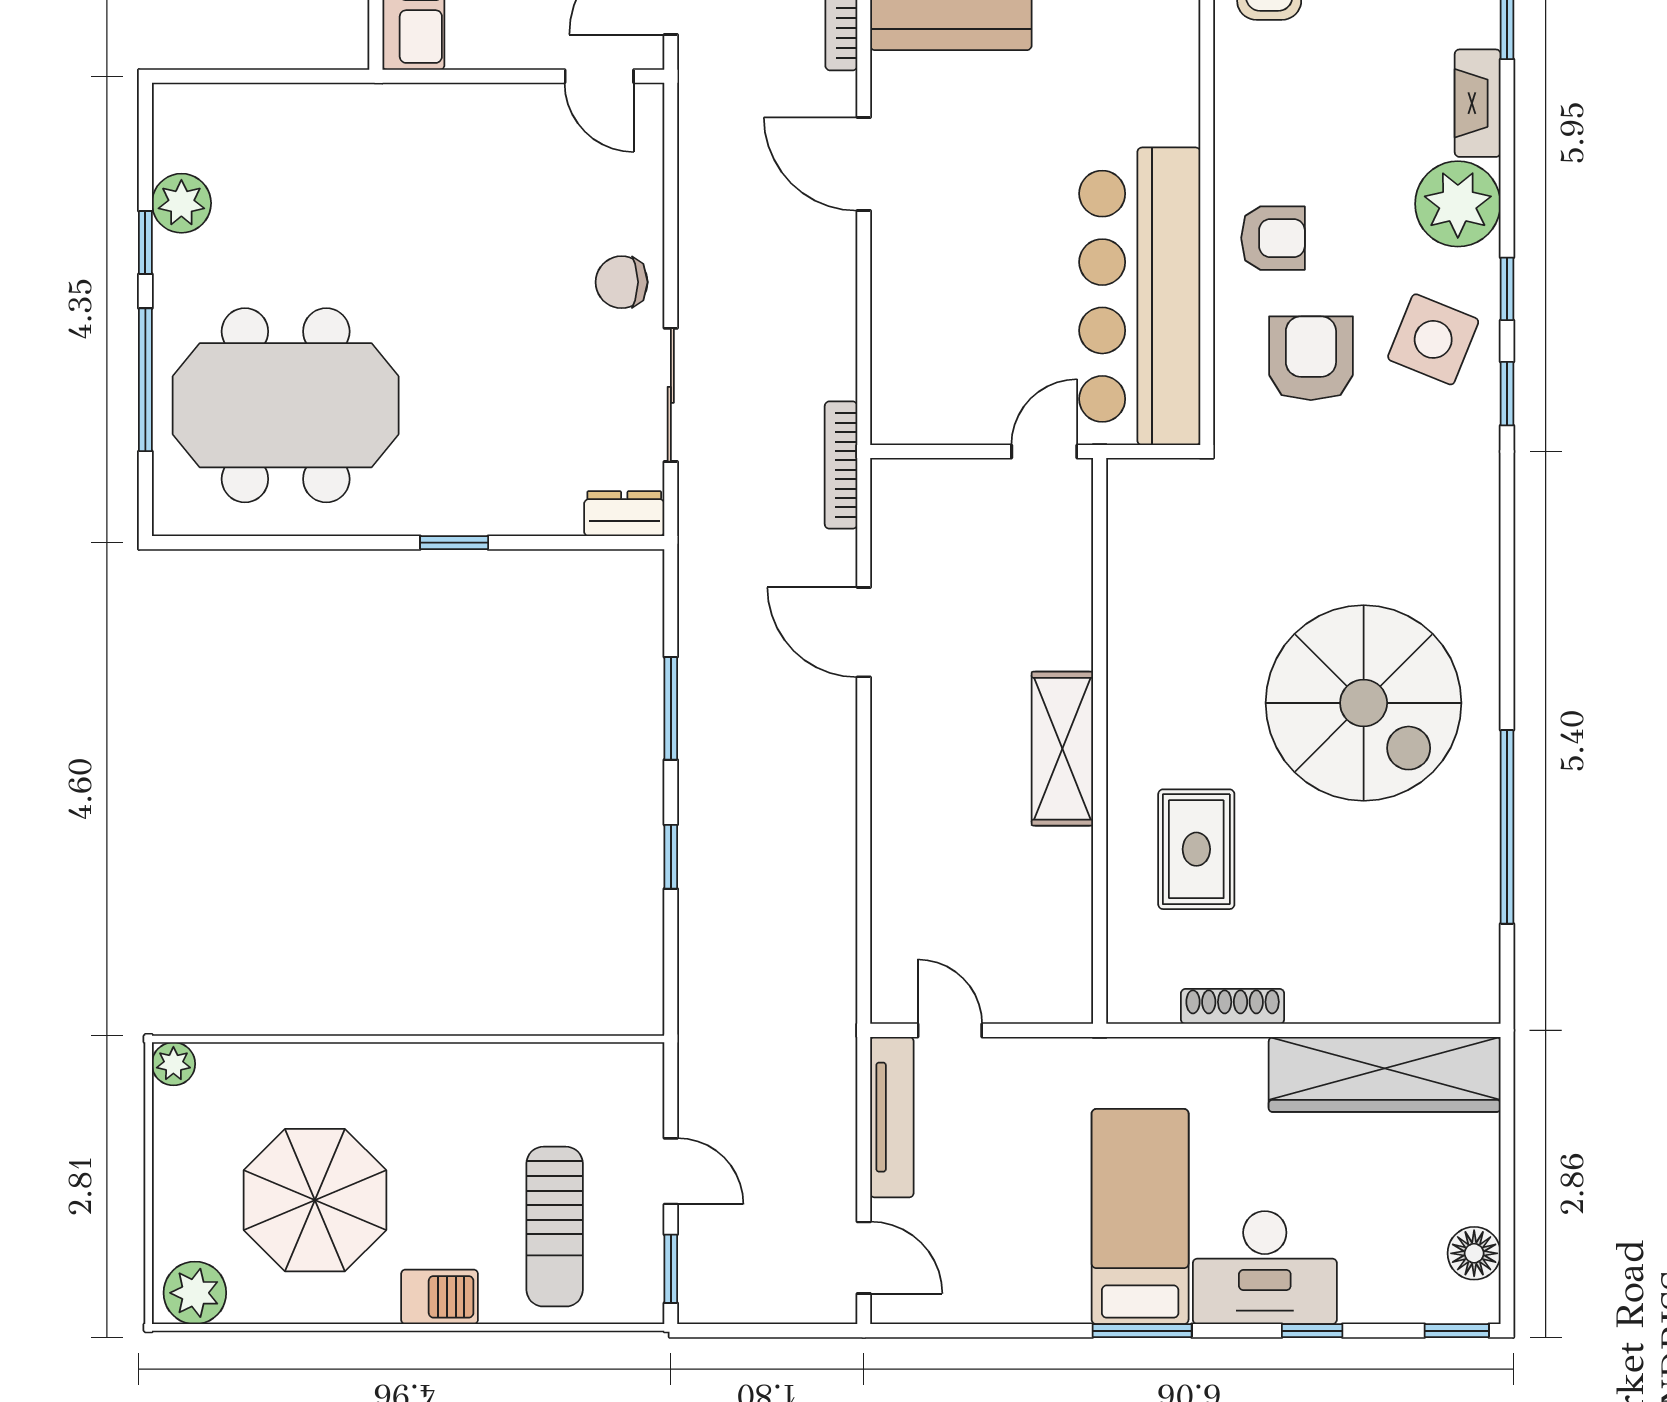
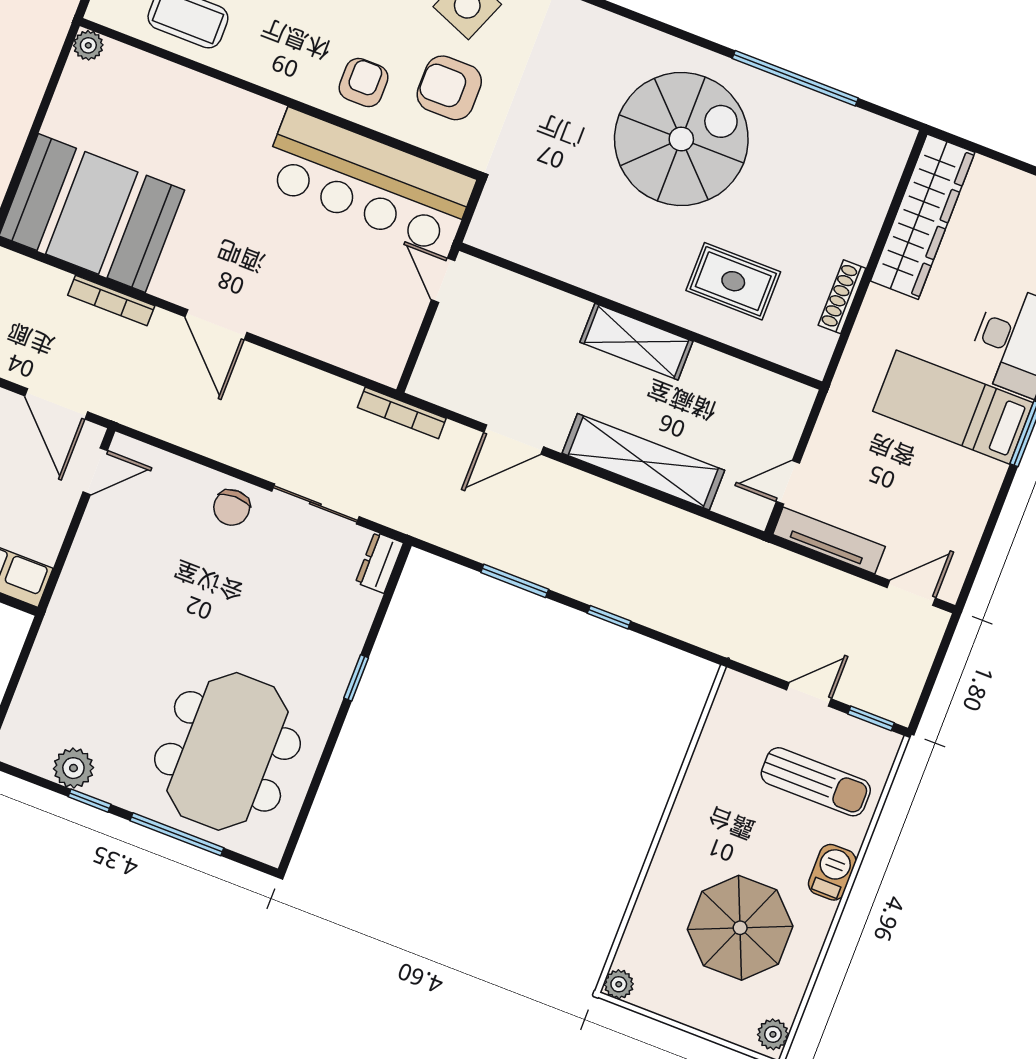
door: (864, 164) -> (216, 325), hinge flipped
shelving: (902, 821) -> (643, 462), added
plant: (195, 1293) -> (773, 1034), width x0.73, depth x0.73

